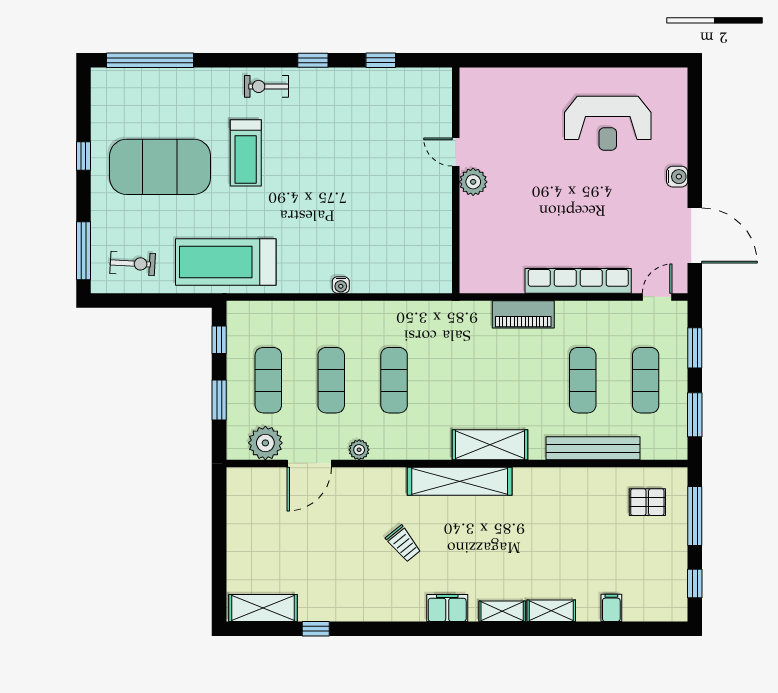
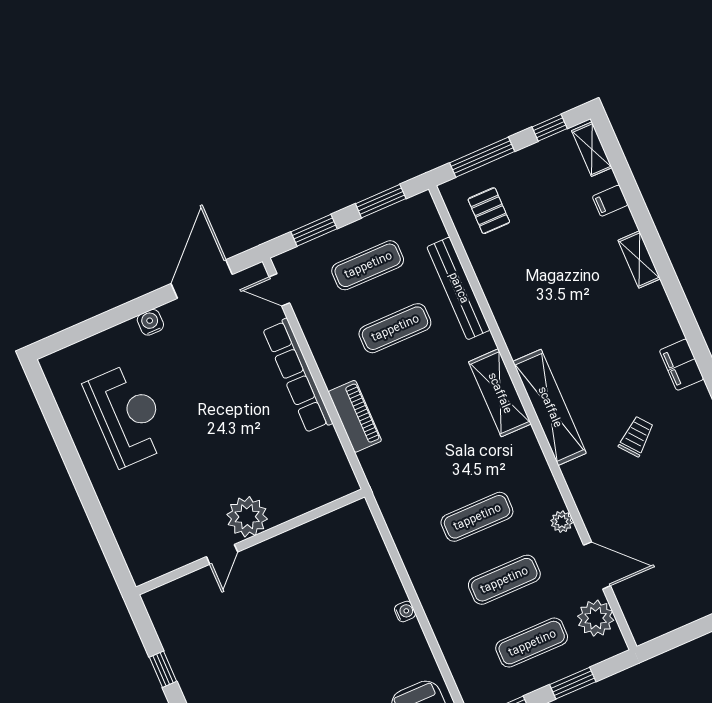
plant: (473, 182) -> (247, 517), width x1.36, depth x1.36
shelving: (502, 611) -> (592, 149), moved

